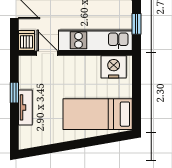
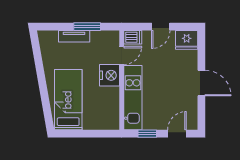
nightstand: (114, 67) -> (110, 75), moved
window: (14, 93) -> (87, 27), width x1.50

